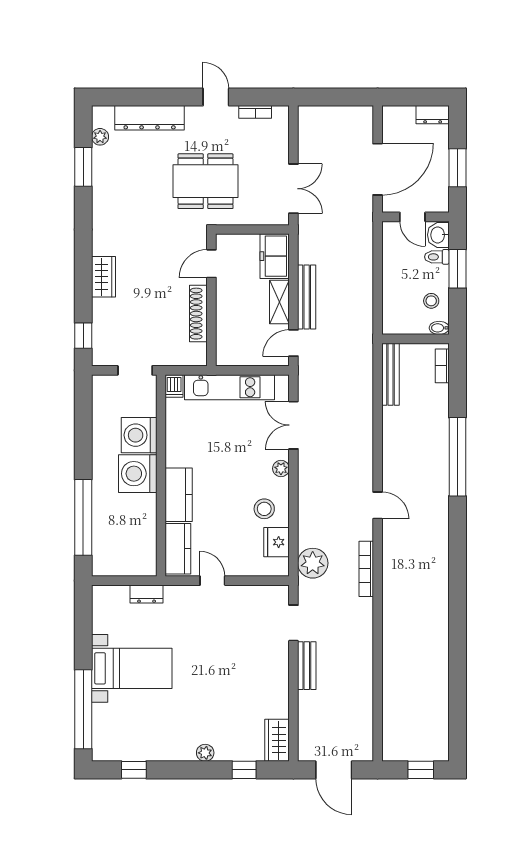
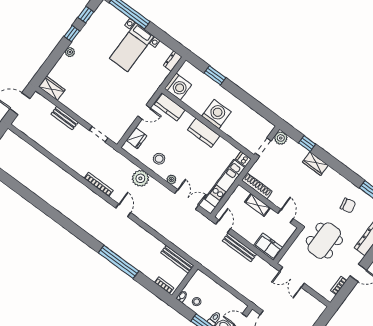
chair: (129, 184) -> (348, 205), added
shelving: (279, 302) -> (258, 205), moved
shoe rack: (198, 314) -> (257, 186), moved
window: (83, 336) -> (307, 144), moved
plant: (103, 354) -> (281, 138), added
washing machine: (139, 435) -> (178, 87), moved, turned 90
kitchen counter: (179, 495) -> (204, 133), moved
door: (378, 505) -> (123, 210), swing flipped
window: (83, 517) -> (215, 75), width x0.47
fridge: (277, 542) -> (136, 138), moved, turned 90
plant: (313, 563) -> (140, 178), moved
dresser: (147, 594) -> (173, 61), moved
bench: (307, 666) -> (65, 118), moved
window: (244, 770) -> (72, 34), moved

